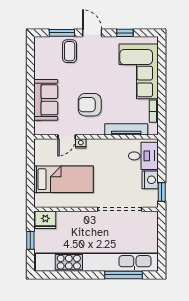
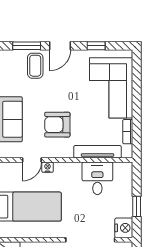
door: (92, 33) -> (60, 46), swing flipped
desk: (143, 156) -> (97, 178), moved, turned -90
nightstand: (150, 180) -> (124, 228), moved
window: (162, 192) -> (137, 206), moved

